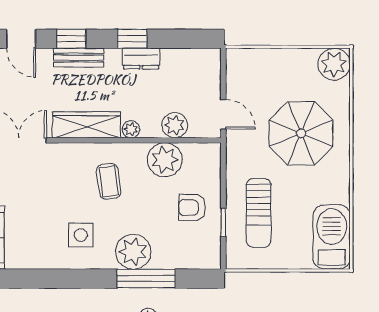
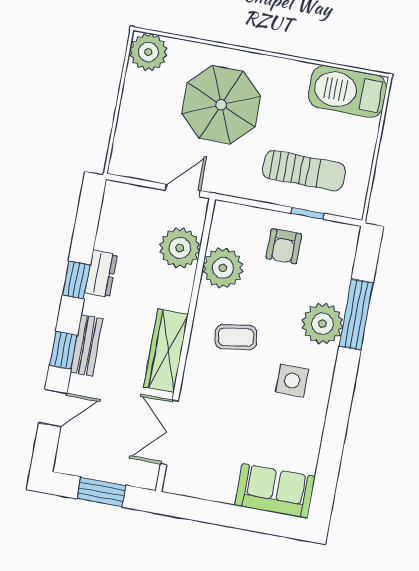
plant: (175, 125) -> (180, 248), width x1.36, depth x1.36
plant: (131, 129) -> (181, 300), removed

